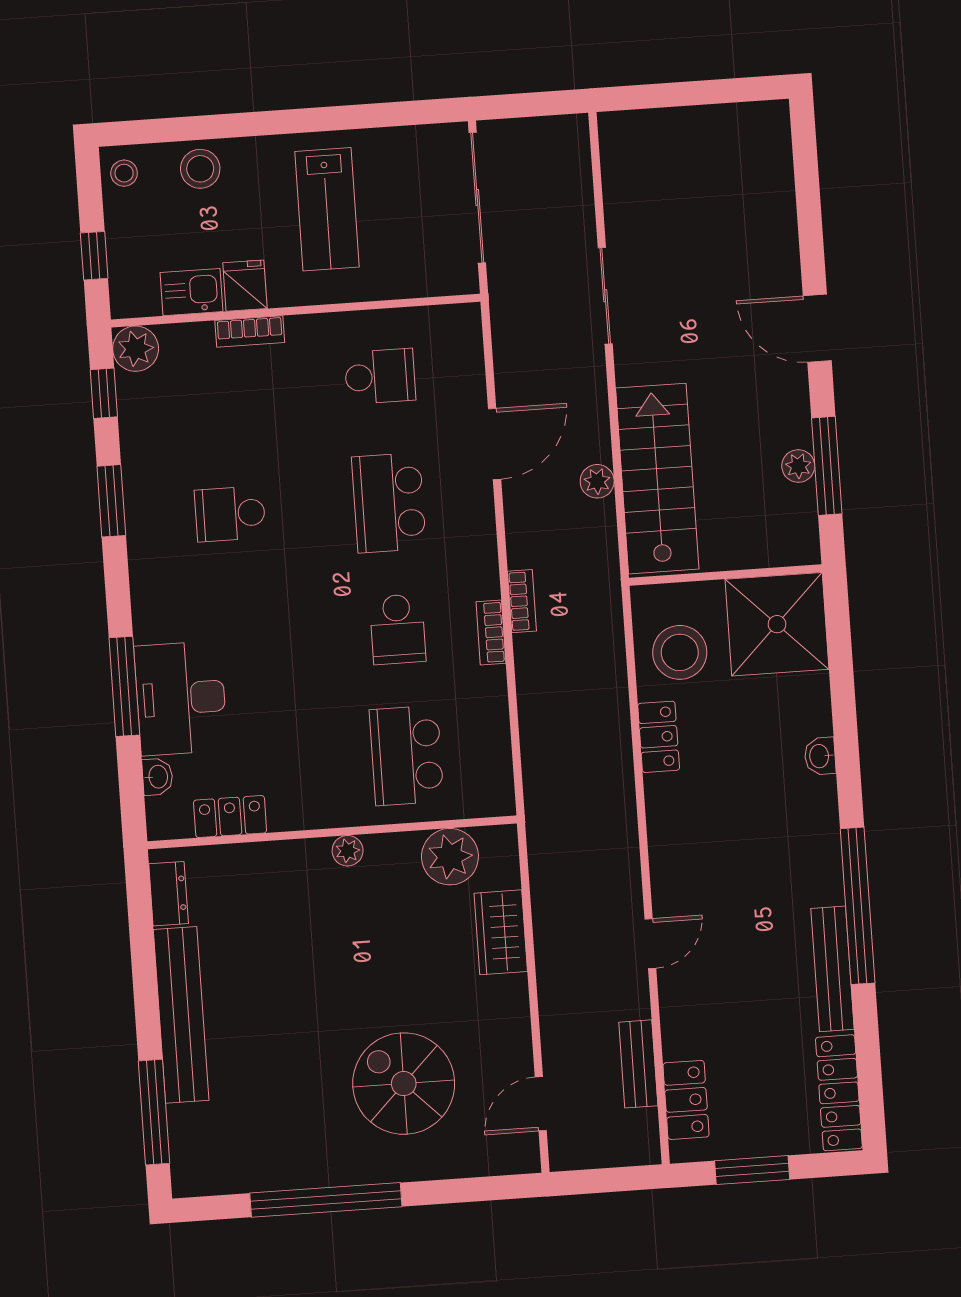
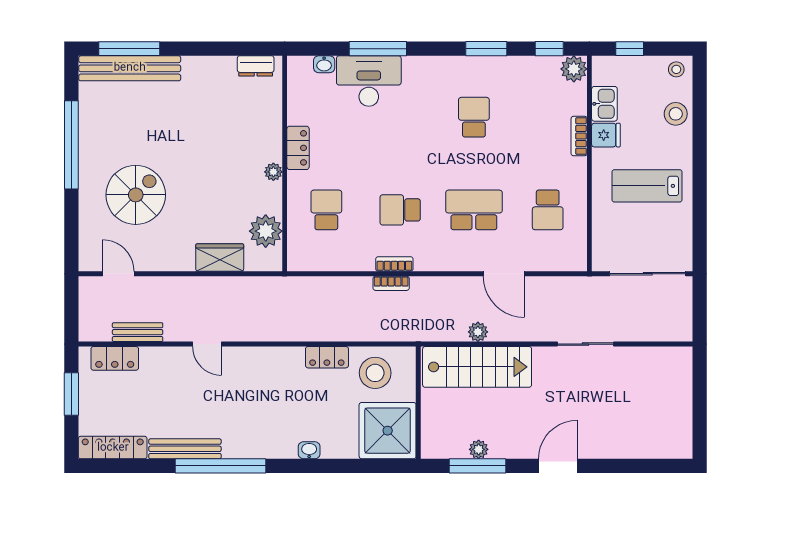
bookcase: (522, 601) -> (391, 283), moved
school desk: (407, 755) -> (326, 210), width x0.54
locker: (230, 817) -> (298, 148), moved
bench: (181, 1015) -> (130, 68), moved

